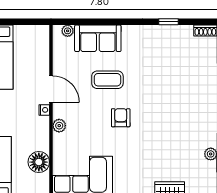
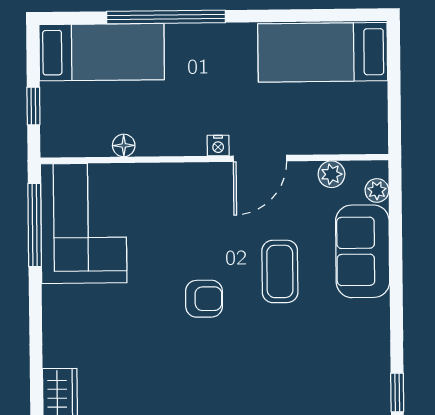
plant: (59, 126) -> (331, 174), moved
floor lamp: (39, 162) -> (124, 145), width x0.53, depth x0.53

